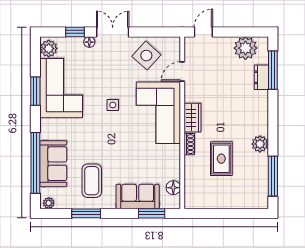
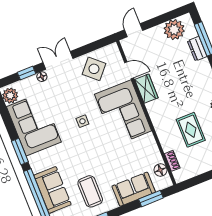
door: (182, 72) -> (129, 70), swing flipped
window: (35, 91) -> (20, 152), moved
wardrobe: (192, 118) -> (146, 89), moved
shoe rack: (189, 144) -> (172, 161), moved

